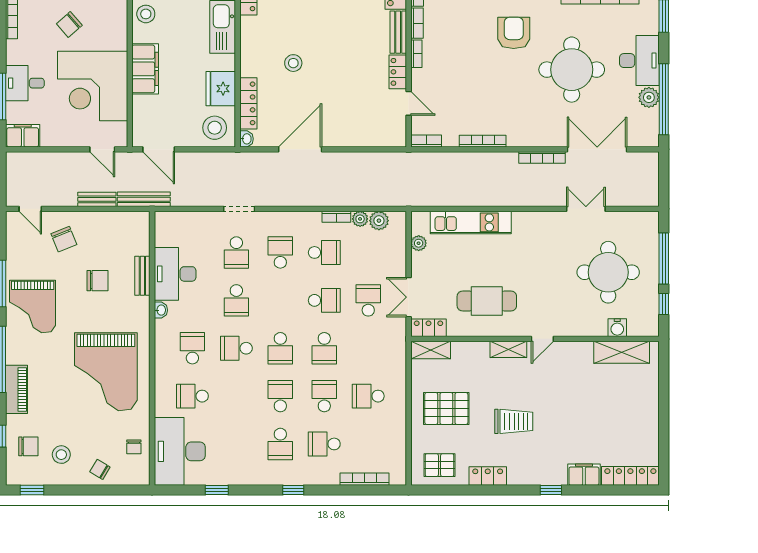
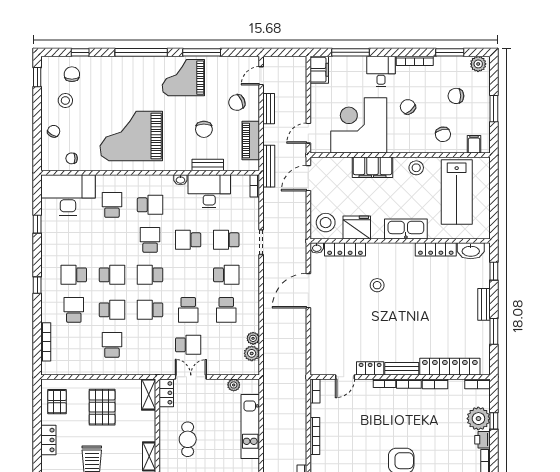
desk: (25, 83) -> (381, 71), moved
door: (300, 149) -> (308, 291), swing flipped
bench: (97, 199) -> (269, 109), moved
bookcase: (336, 217) -> (255, 186), moved
cafe table: (487, 301) -> (188, 439), width x0.73, depth x0.74
piano: (16, 389) -> (251, 140), moved, turned 90
chair: (28, 446) -> (72, 74), turned 180

